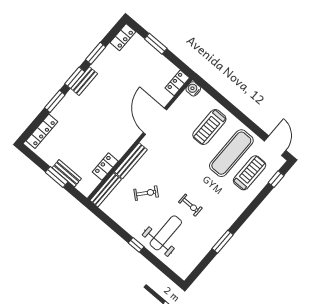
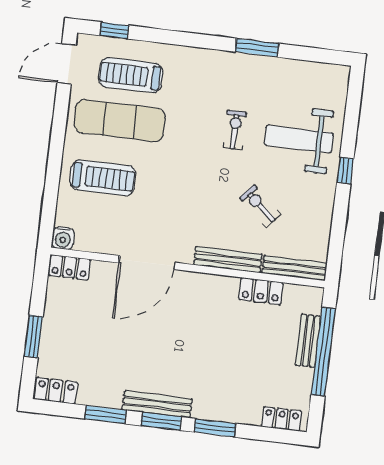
bench: (84, 81) -> (157, 404), width x1.36
locker: (42, 131) -> (282, 419), width x0.66
window: (57, 177) -> (323, 352), width x2.11

